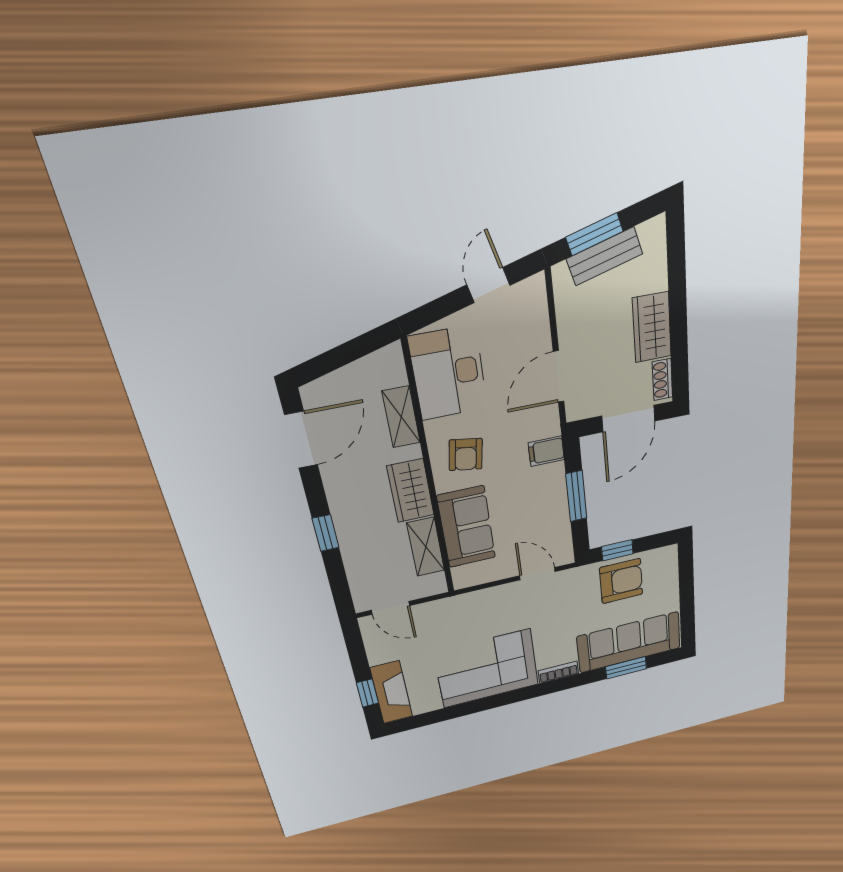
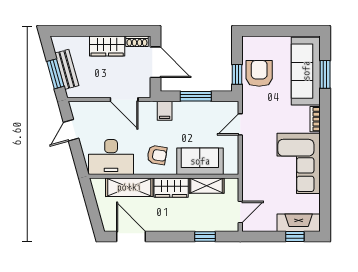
door: (488, 285) -> (71, 130), hinge flipped
shelving: (401, 417) -> (129, 187), width x1.50, depth x1.33
window: (326, 533) -> (205, 237), moved

